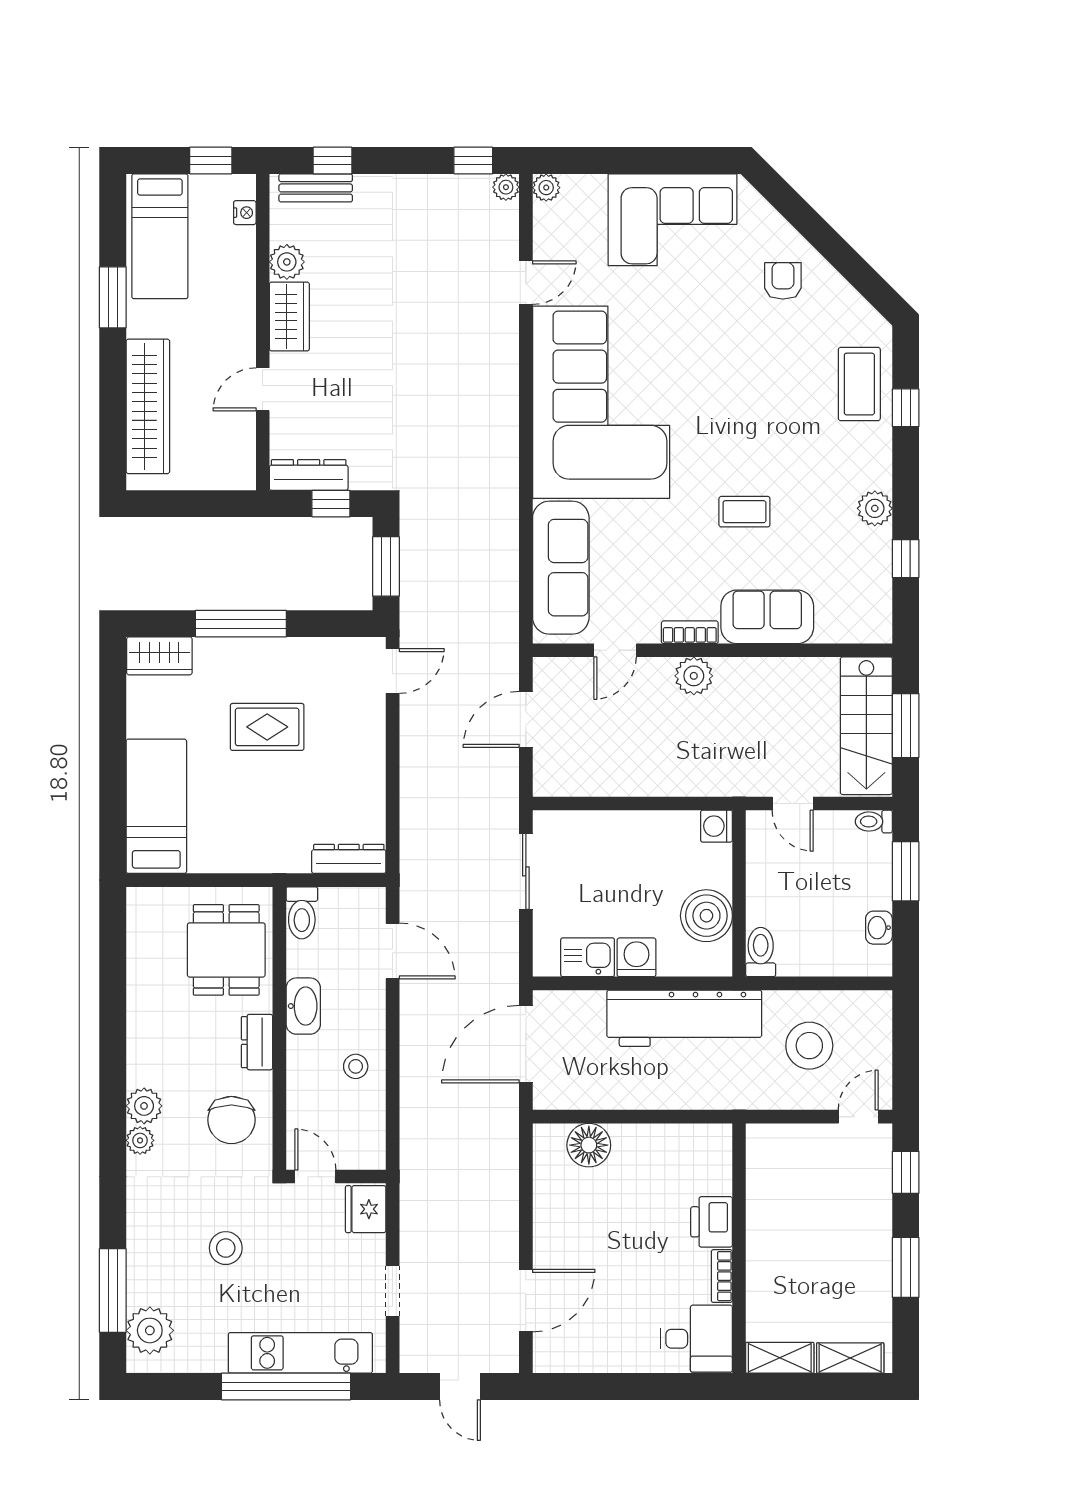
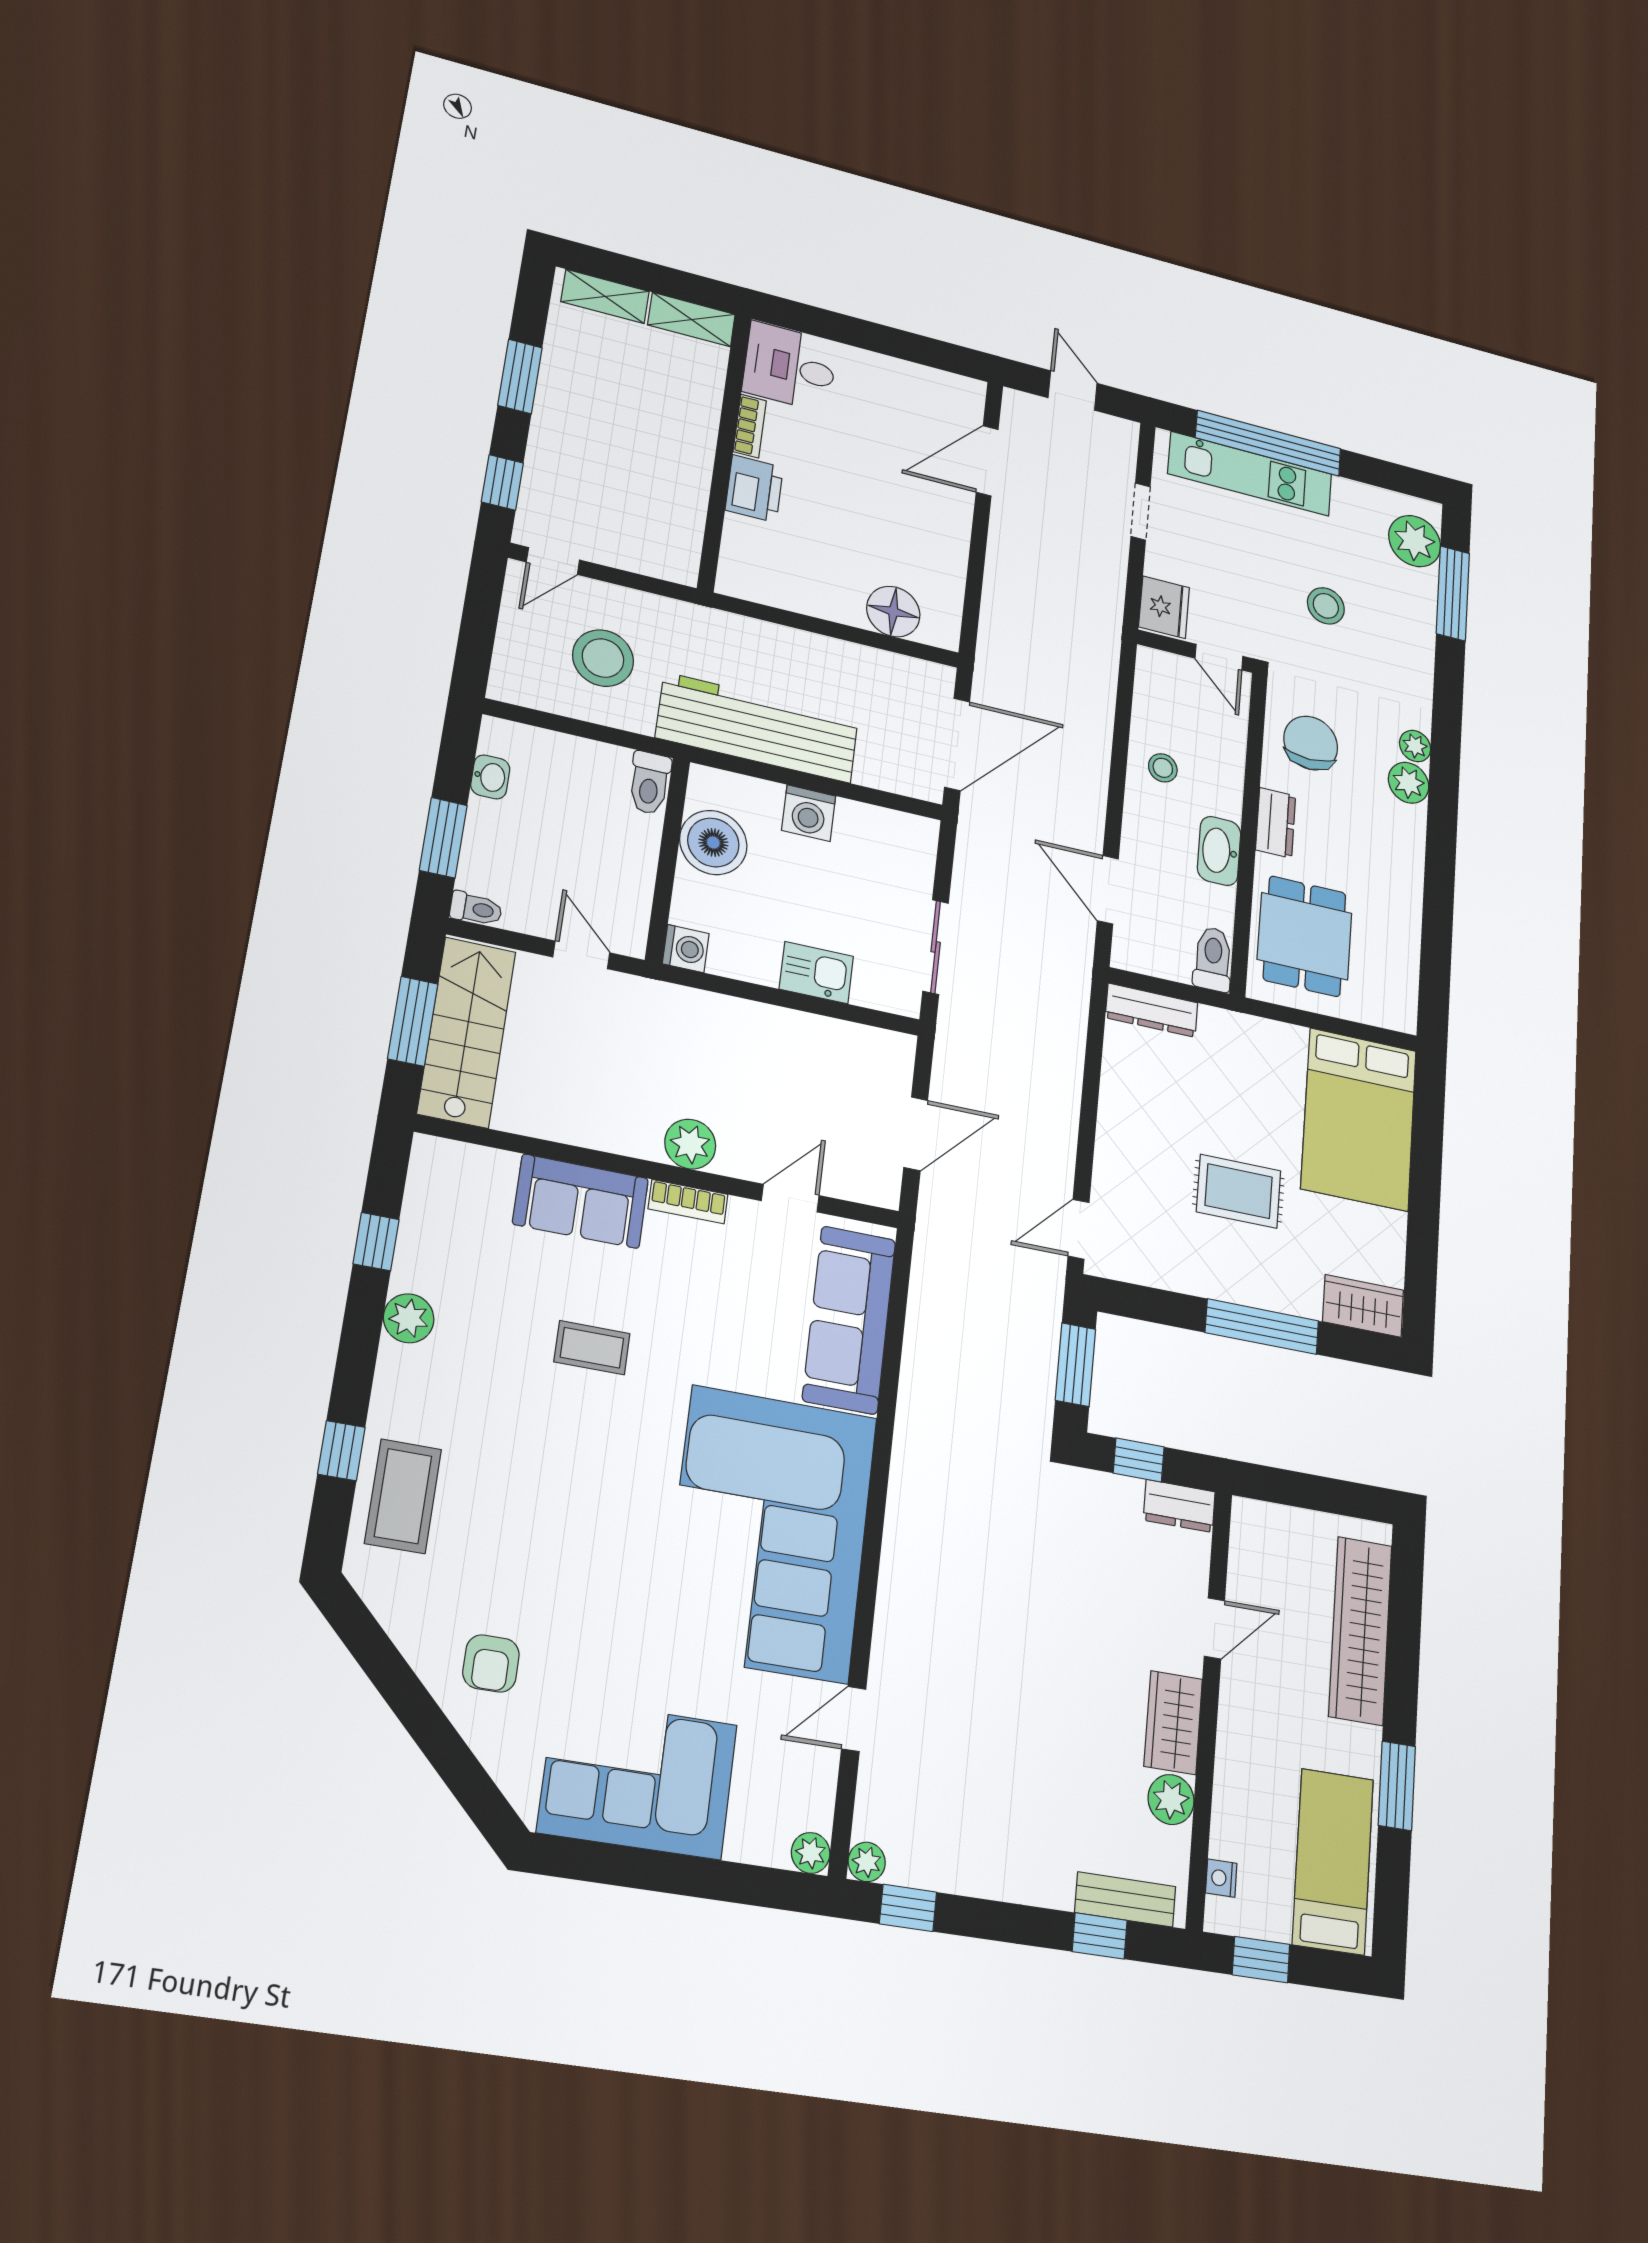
dresser: (309, 475) -> (1179, 1506), width x0.70
bed: (156, 806) -> (1359, 1119), width x1.50
kitchen sink: (588, 957) -> (816, 973), moved, turned 180

